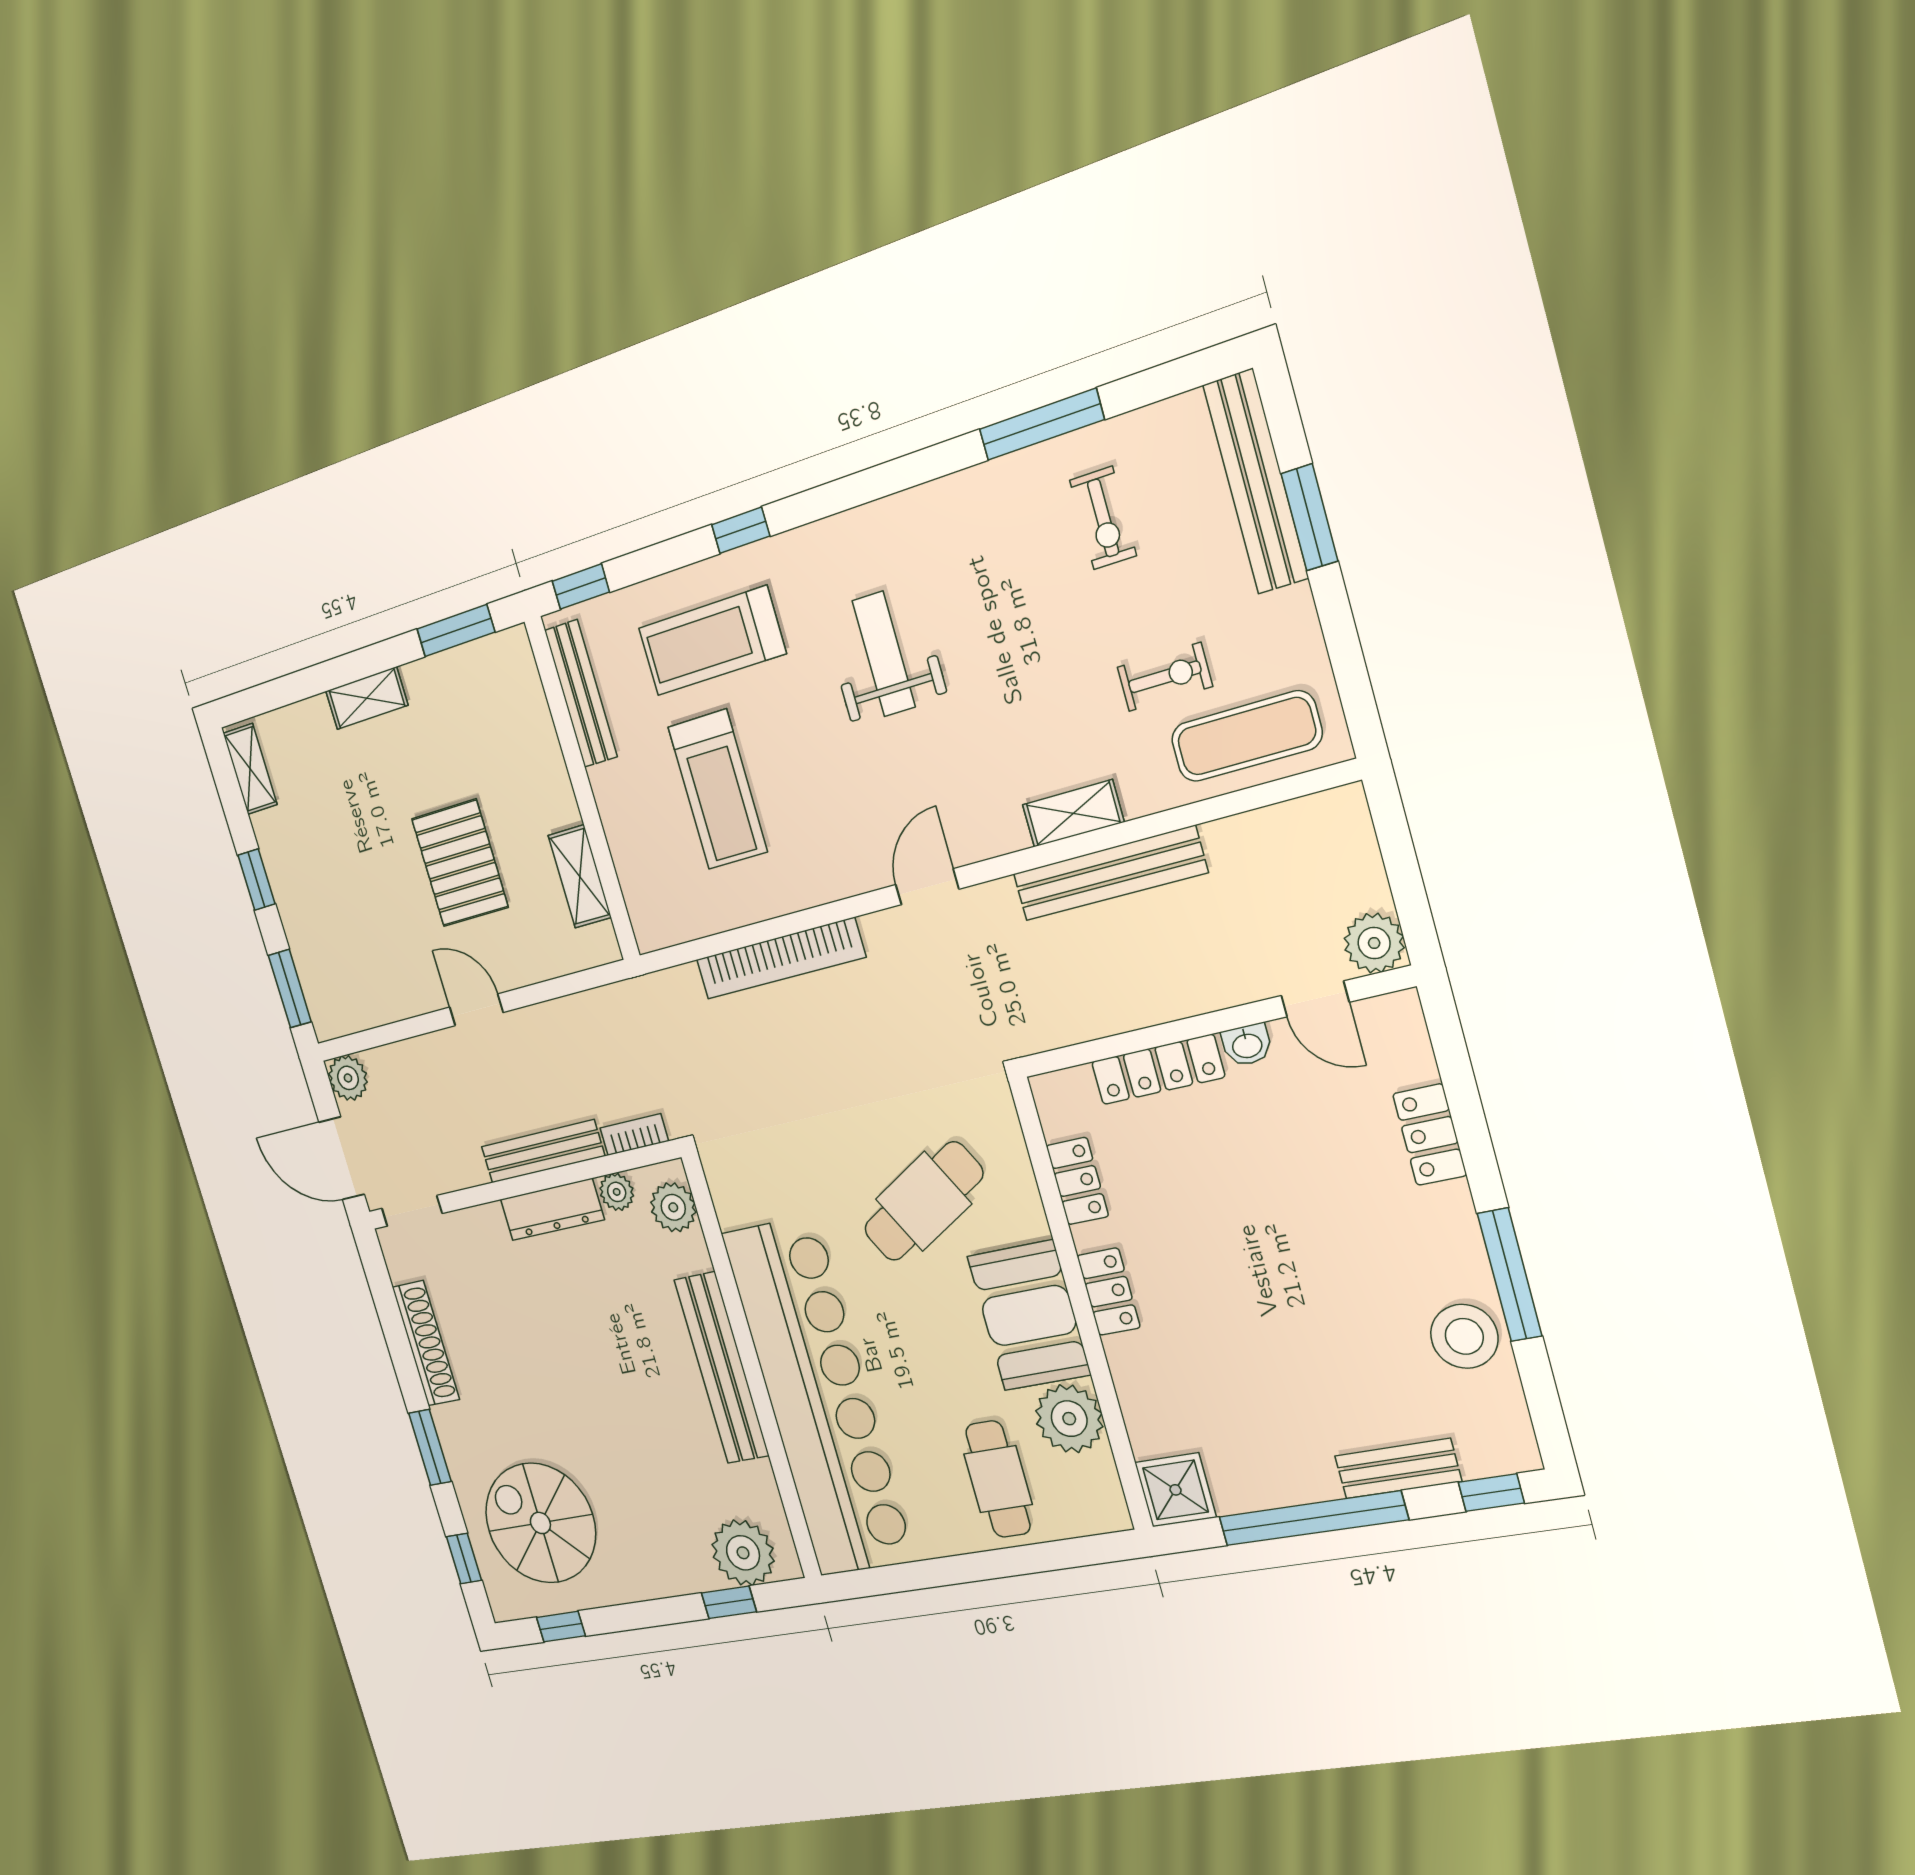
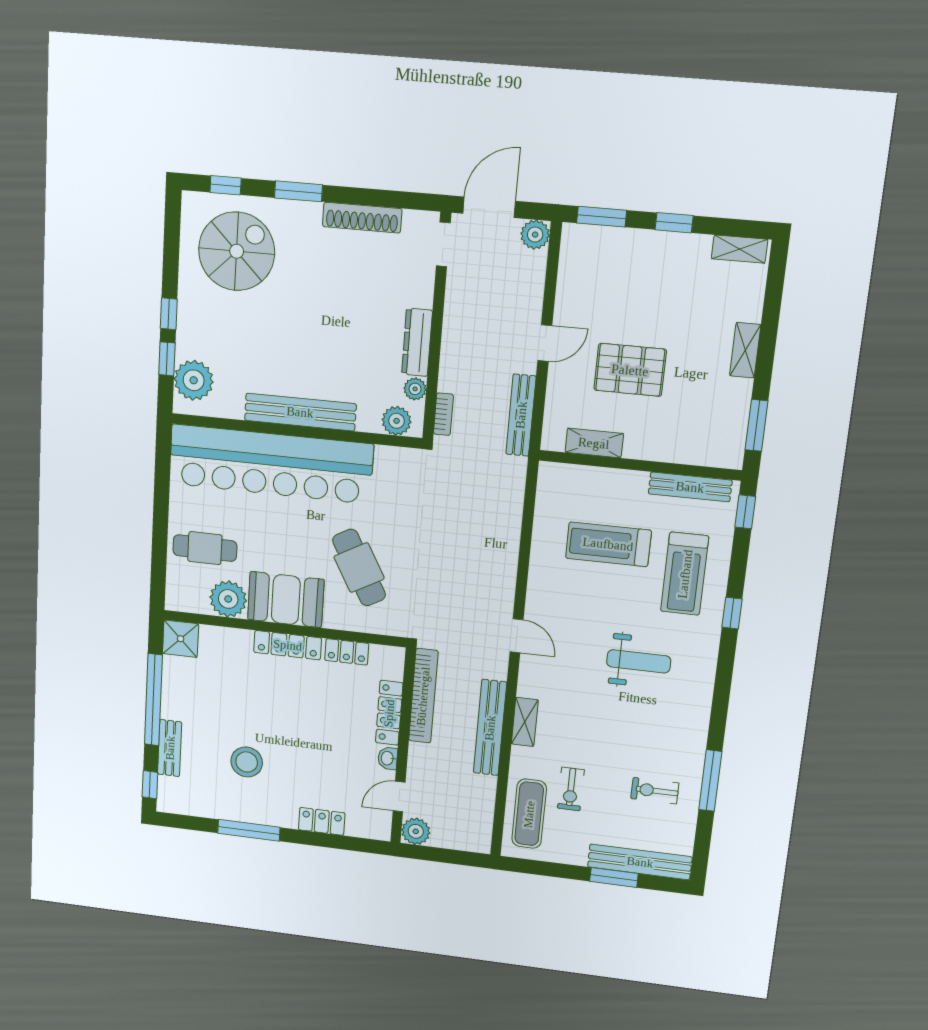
treadmill: (712, 641) -> (685, 574), turned 180
bookcase: (780, 958) -> (423, 696), moved, turned 180
bench: (543, 1151) -> (521, 415), moved
locker: (1109, 1292) -> (288, 645), width x1.53
stool: (1464, 1336) -> (247, 762), moved
window: (561, 1627) -> (169, 314), moved

